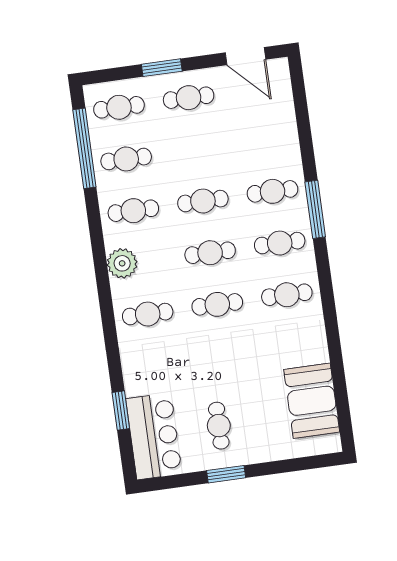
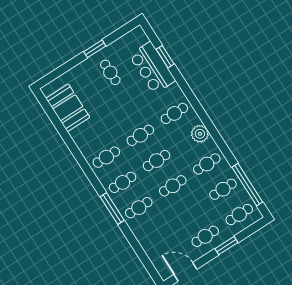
bar counter: (154, 436) -> (152, 68), moved

